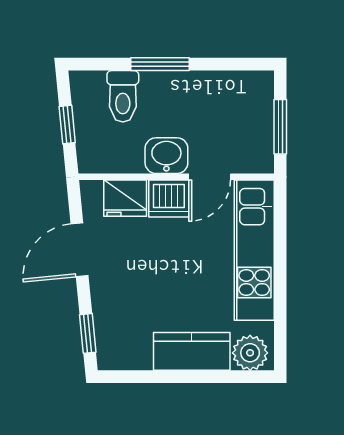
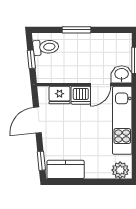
toilet: (123, 96) -> (46, 47), moved, turned -96
washbasin: (166, 156) -> (122, 74), moved
kitchen counter: (192, 351) -> (66, 169), moved

